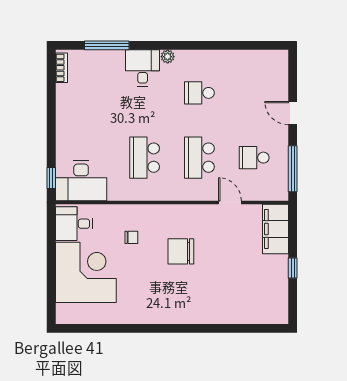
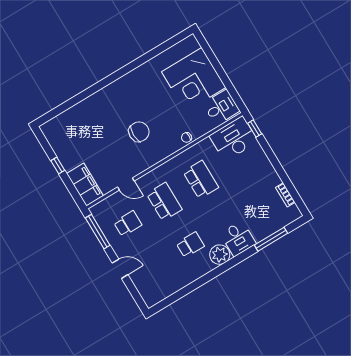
plant: (168, 57) -> (220, 255), width x1.88, depth x1.88
bookcase: (62, 68) -> (285, 195), moved
chair: (131, 237) -> (187, 137), moved

